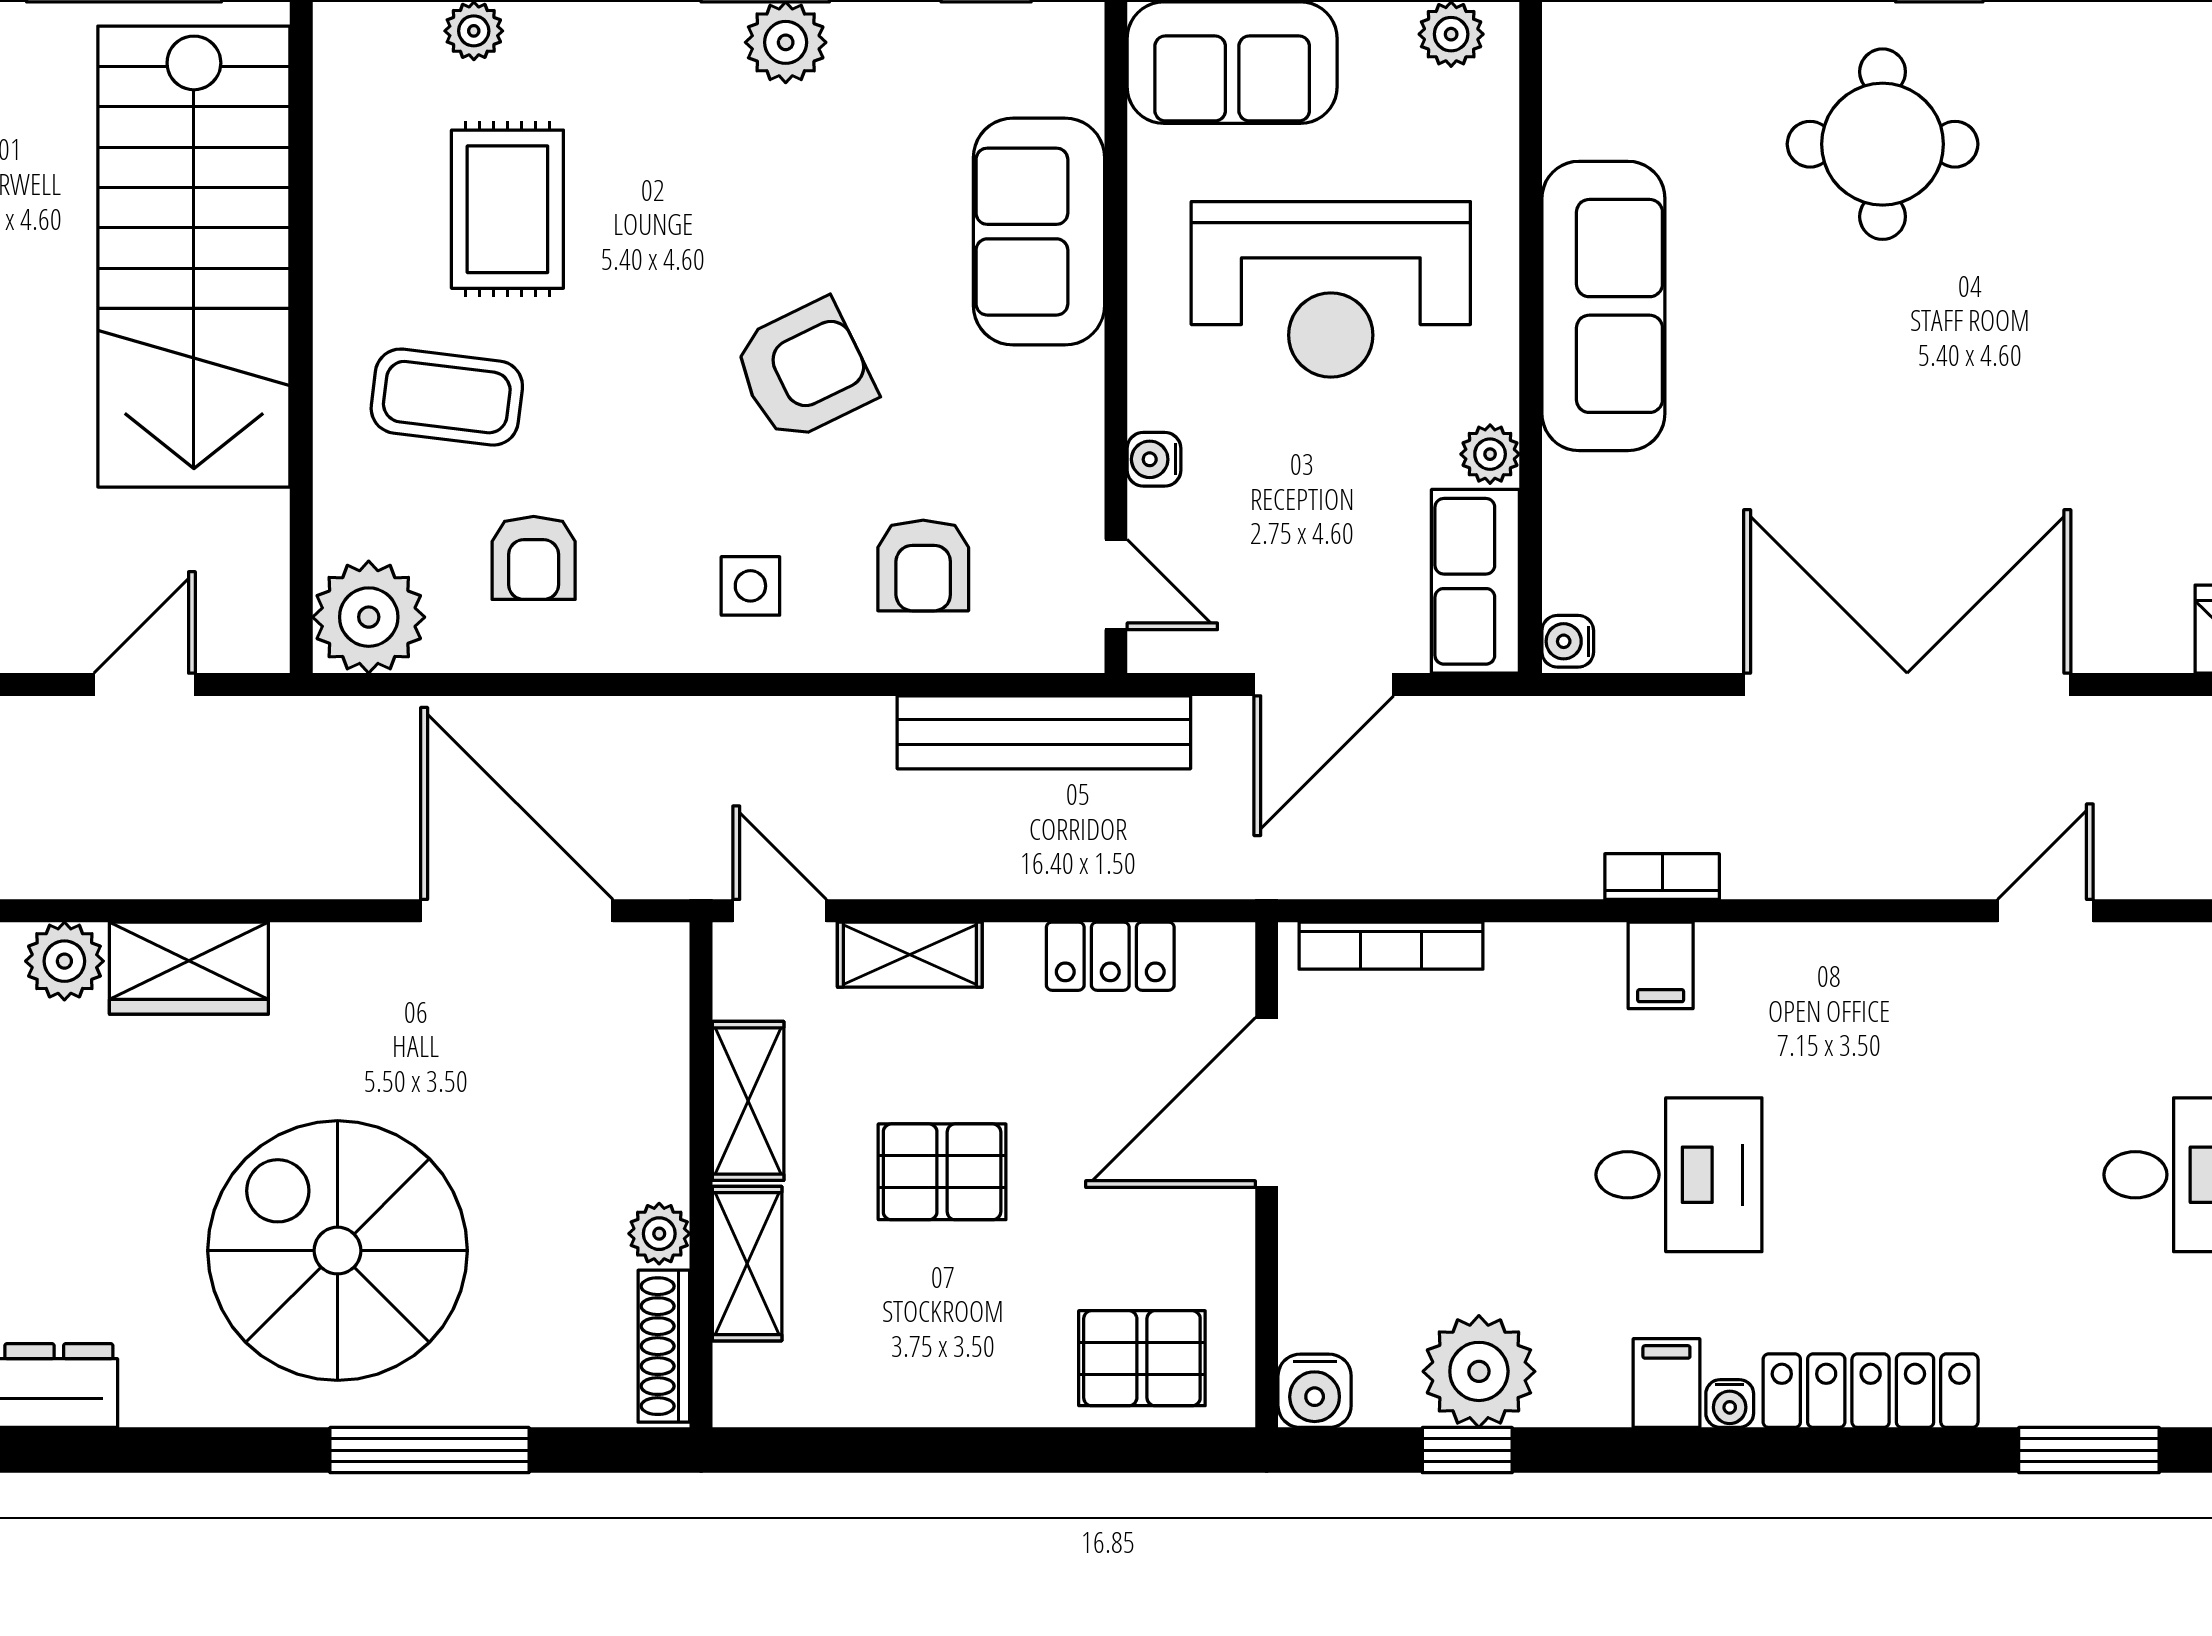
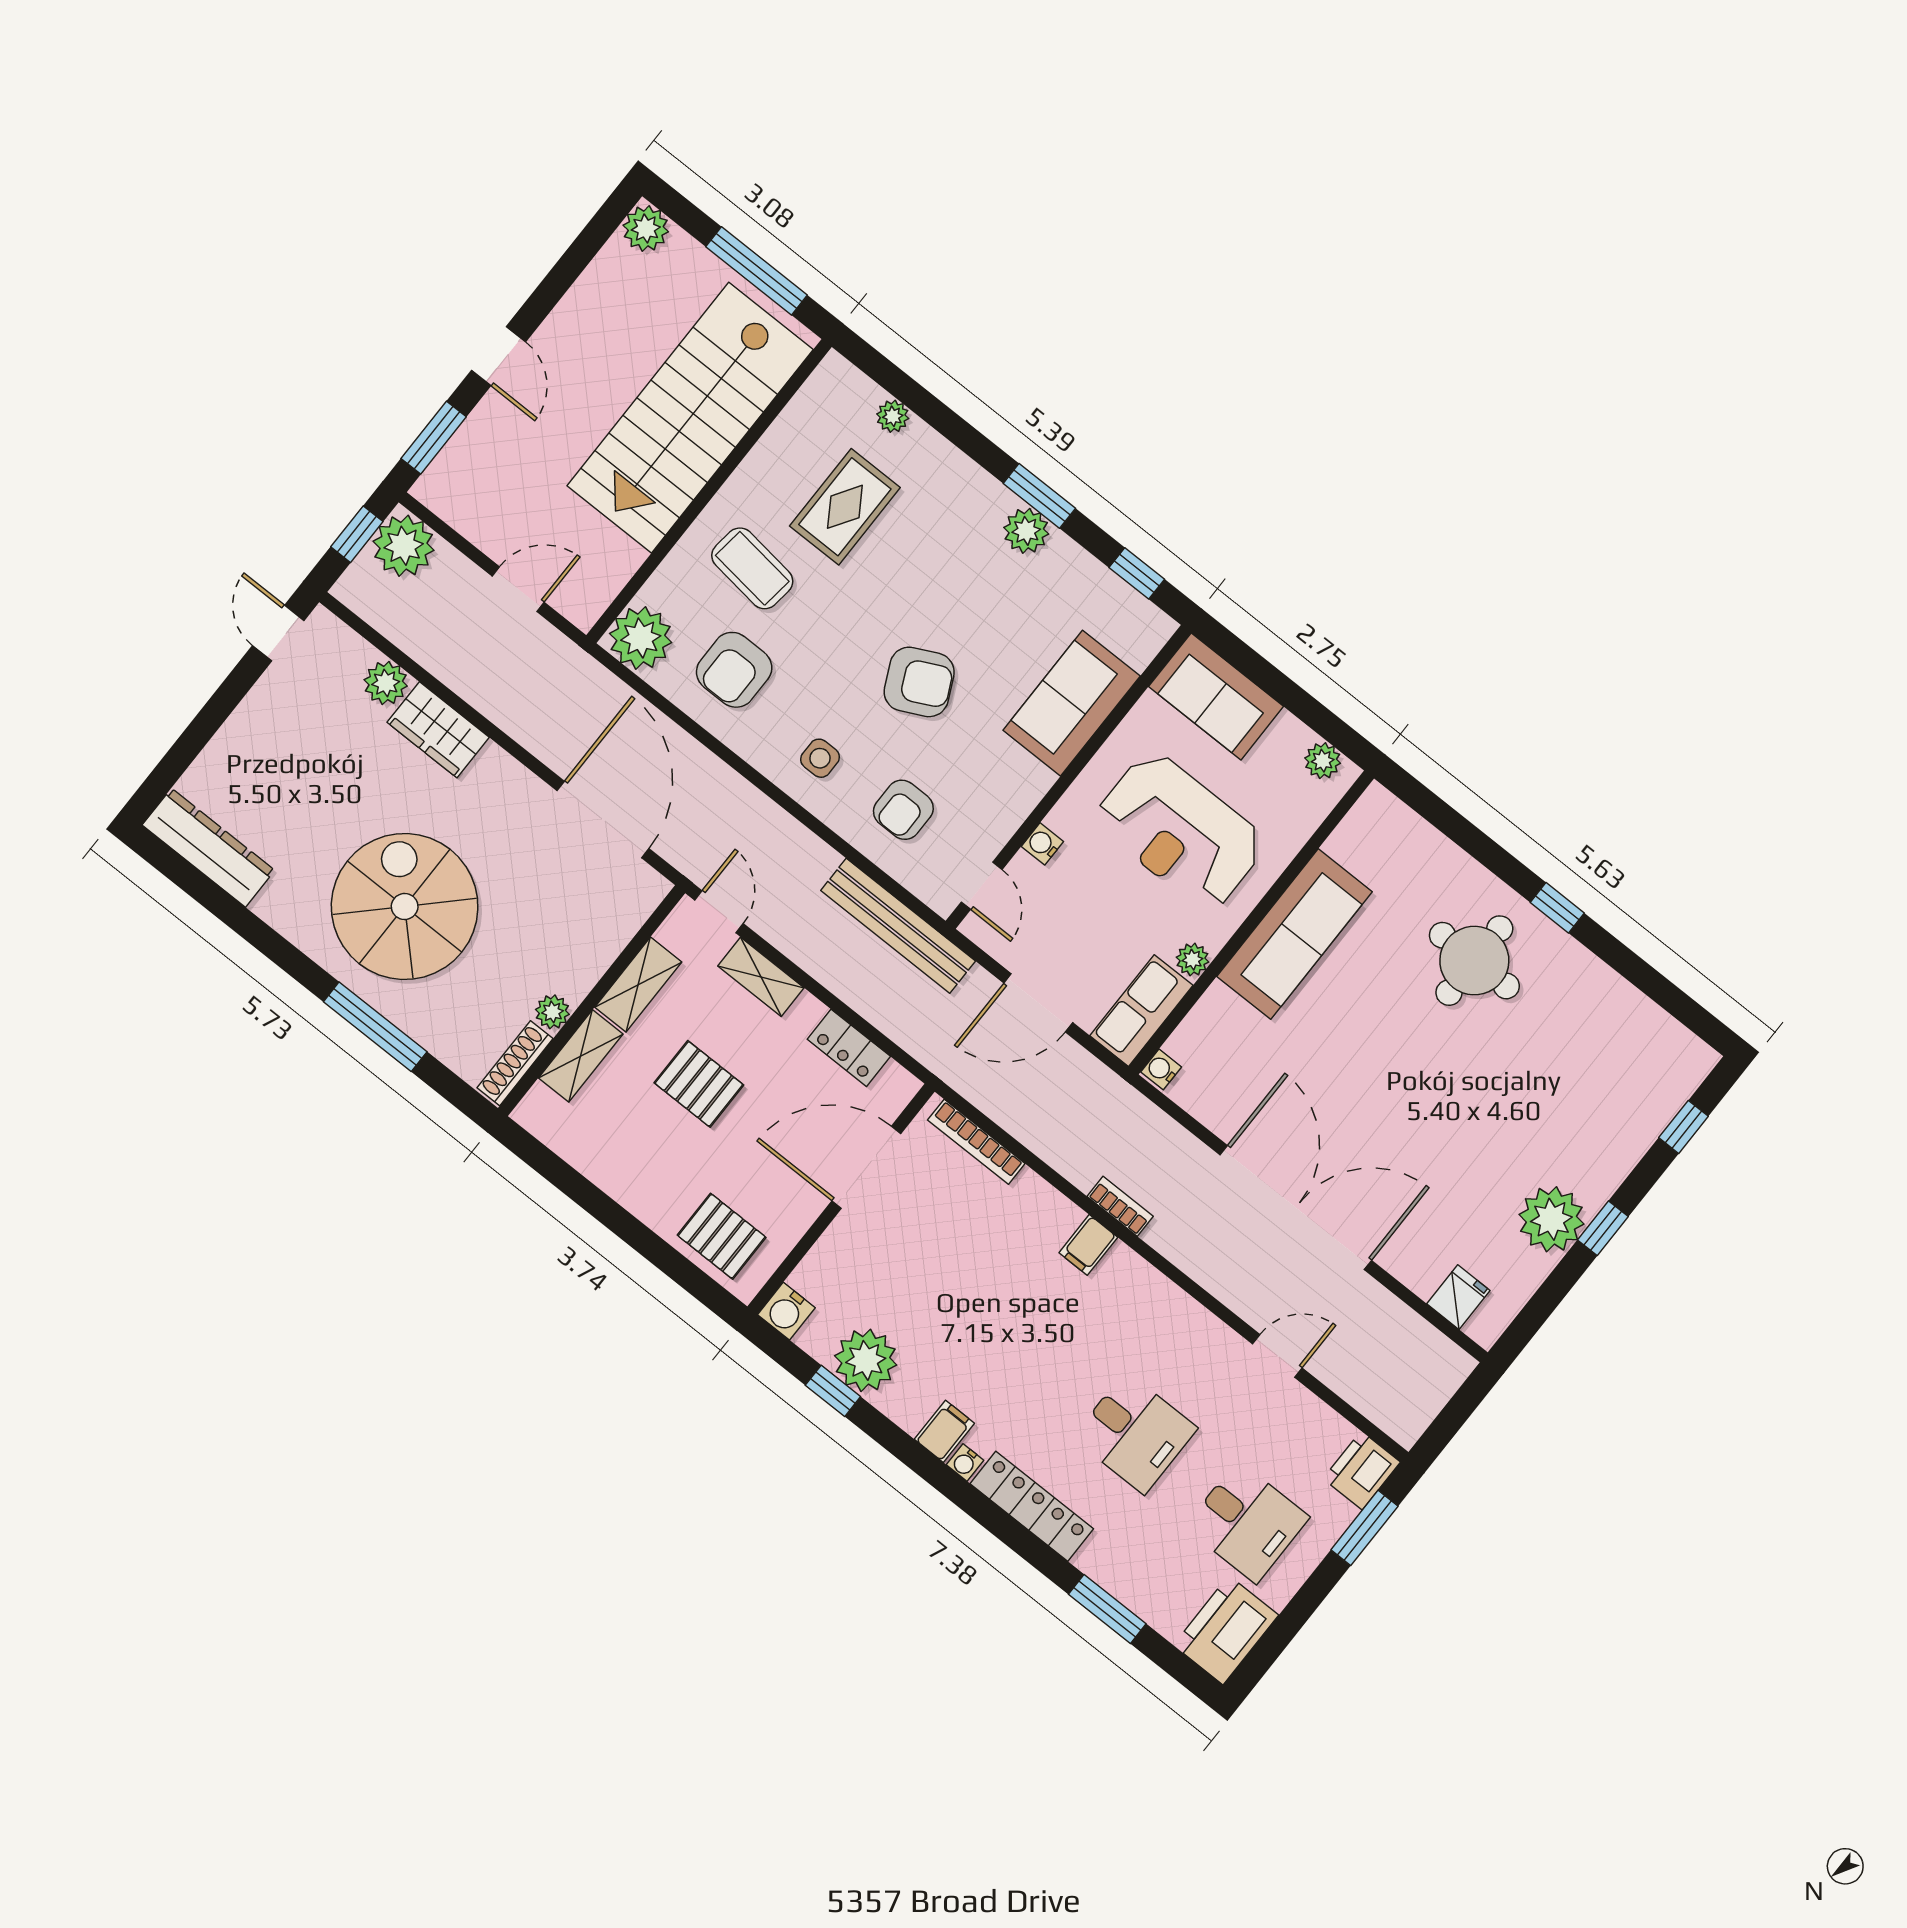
armchair: (534, 558) -> (734, 670), width x1.38, depth x1.38
desk: (1679, 1175) -> (1135, 1433), moved

